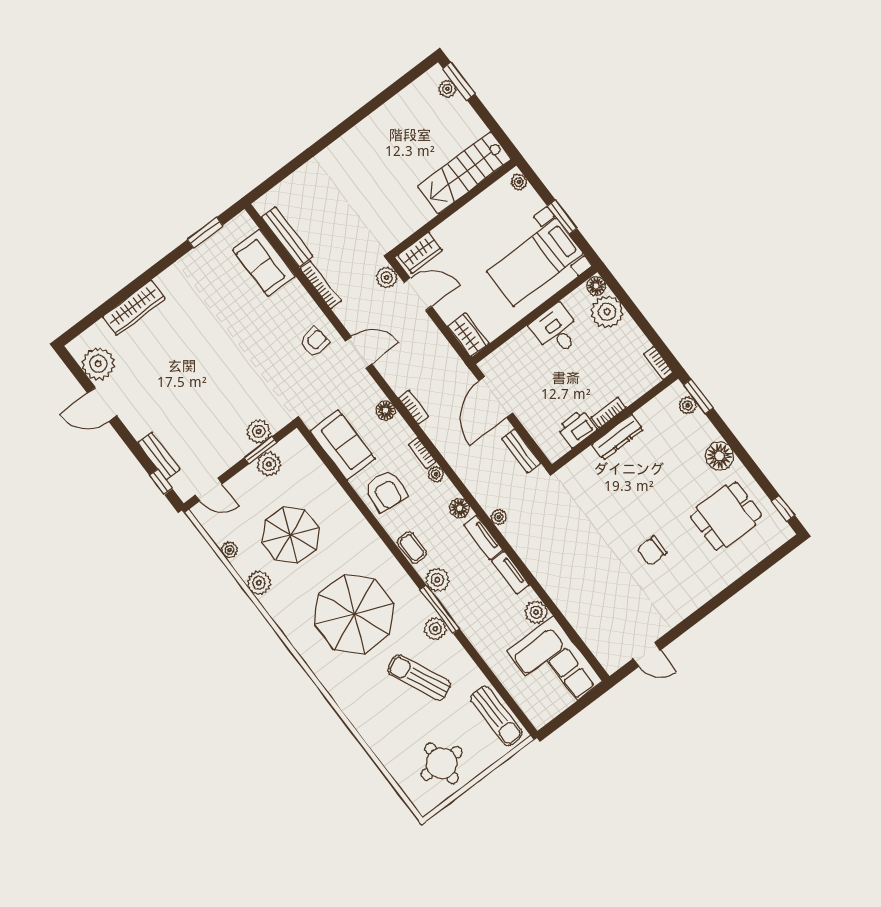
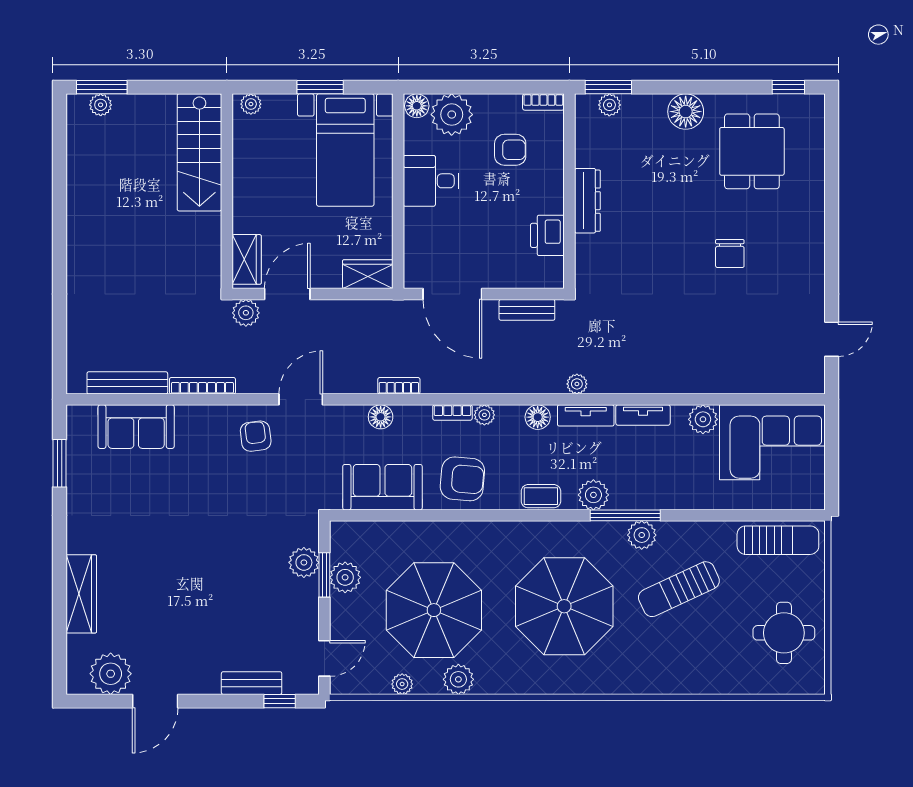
armchair: (613, 365) -> (510, 150), added
bookcase: (608, 413) -> (555, 191), removed
parasol: (290, 535) -> (434, 610), width x1.36, depth x1.36

